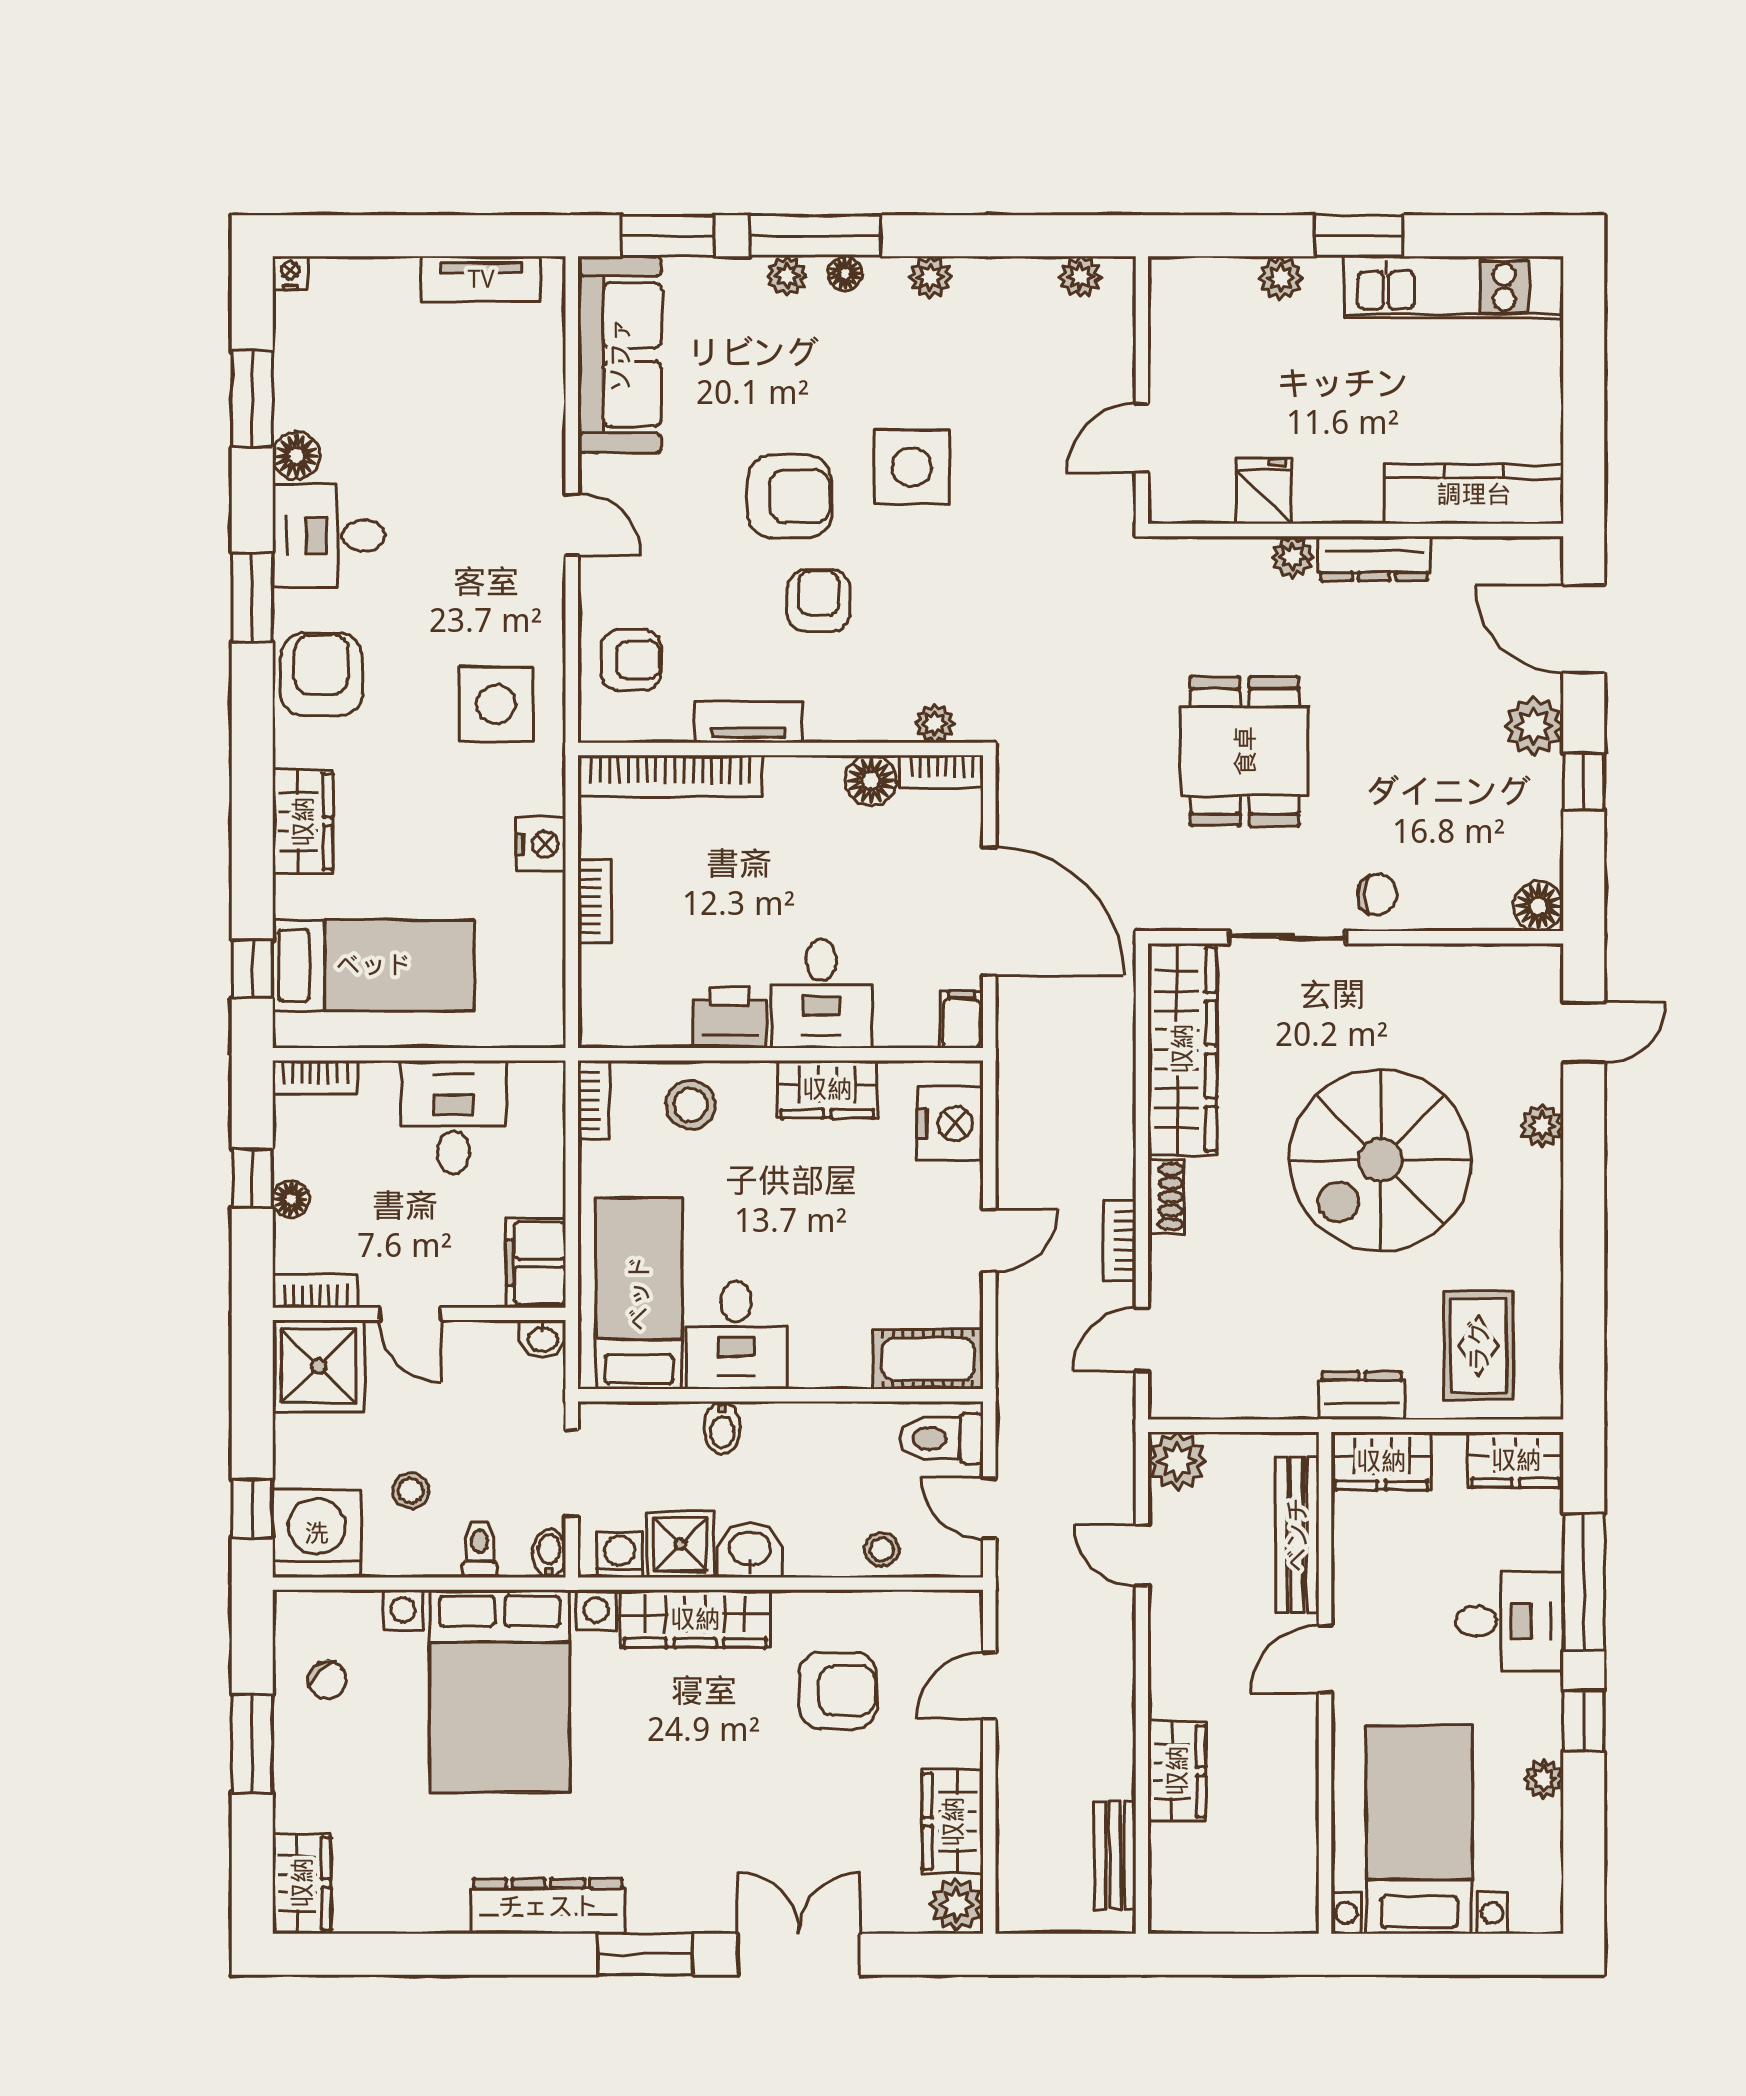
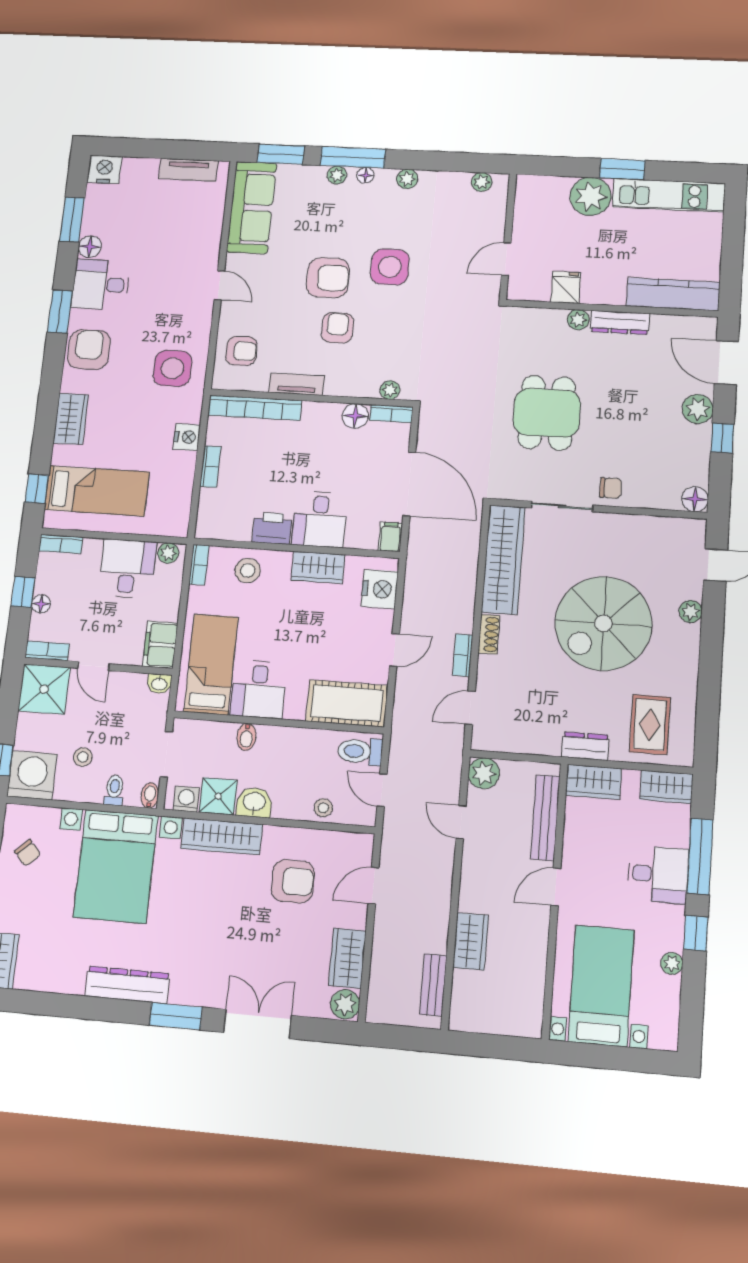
nightstand: (290, 273) -> (104, 169), width x1.89, depth x1.79
plant: (1280, 278) -> (591, 196), width x1.88, depth x1.88
plant: (531, 1081) -> (168, 553), added
cot: (928, 1359) -> (347, 703), width x1.37, depth x1.34

